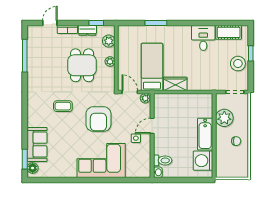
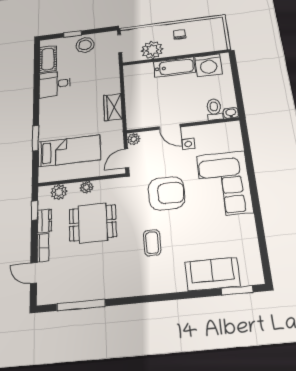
bed: (152, 67) -> (69, 151), moved, turned 180
floor lamp: (33, 168) -> (249, 277), removed

